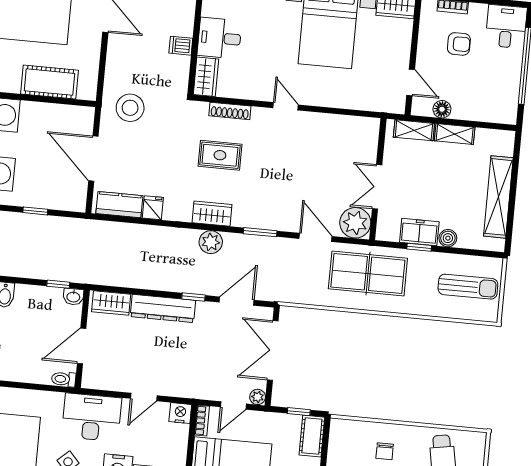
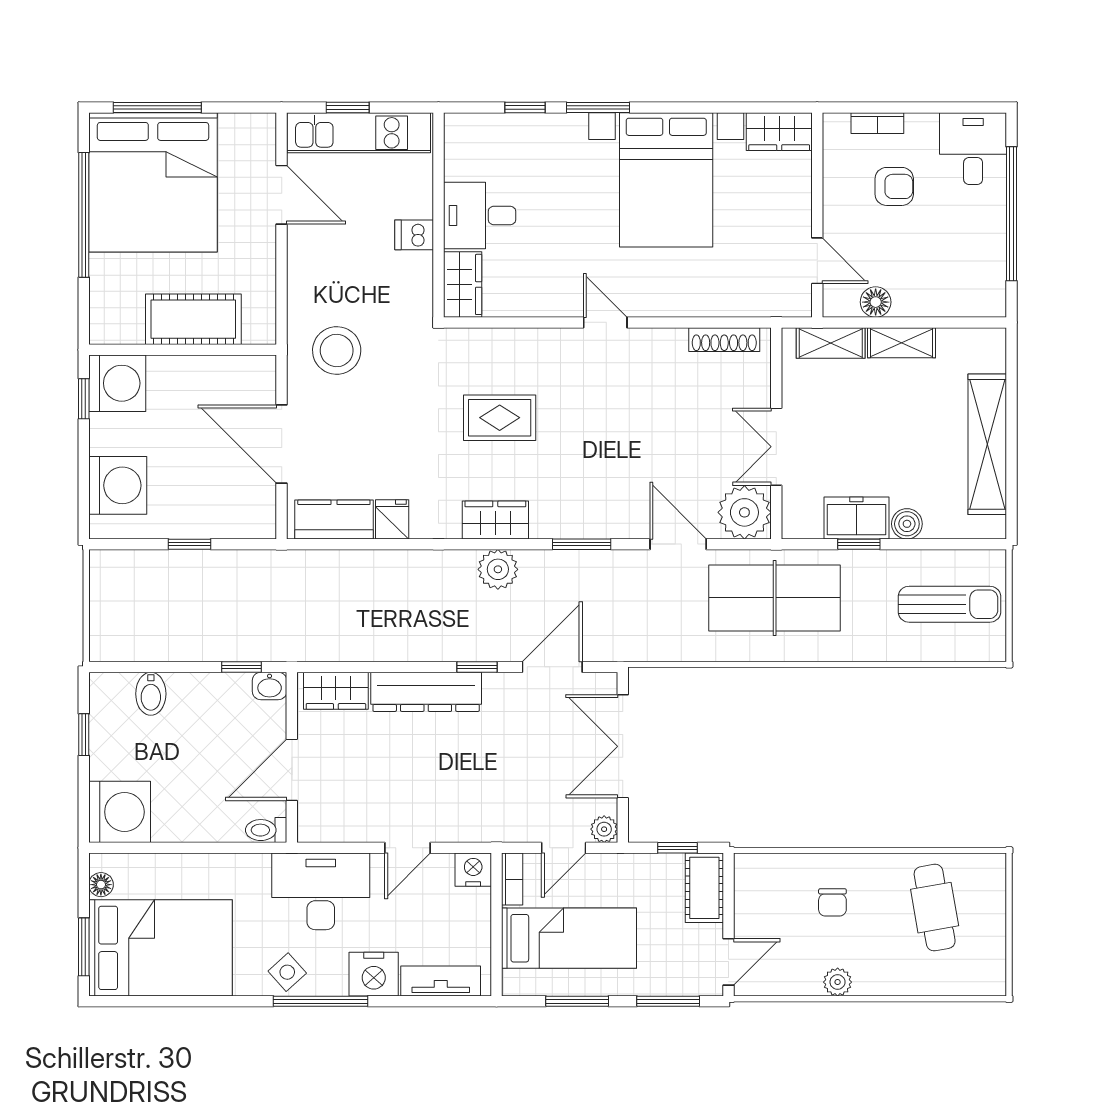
shoe rack: (230, 111) -> (724, 340), moved

